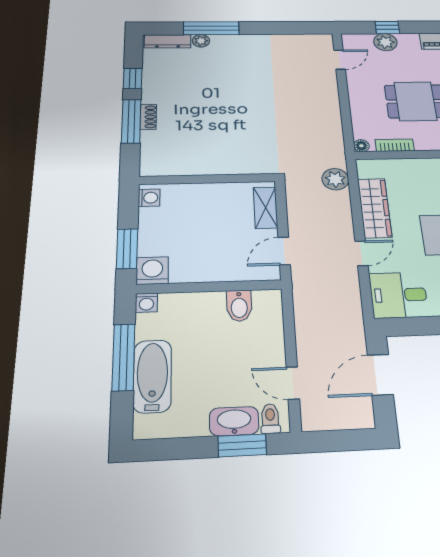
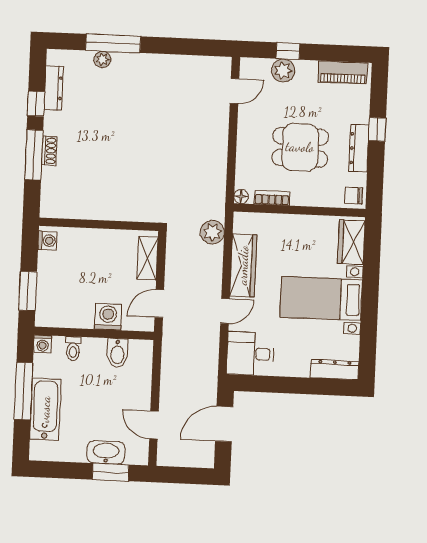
dresser: (168, 41) -> (54, 88), moved, turned -90
washing machine: (152, 271) -> (108, 317), moved
toilet: (270, 419) -> (73, 349), moved, turned 180

